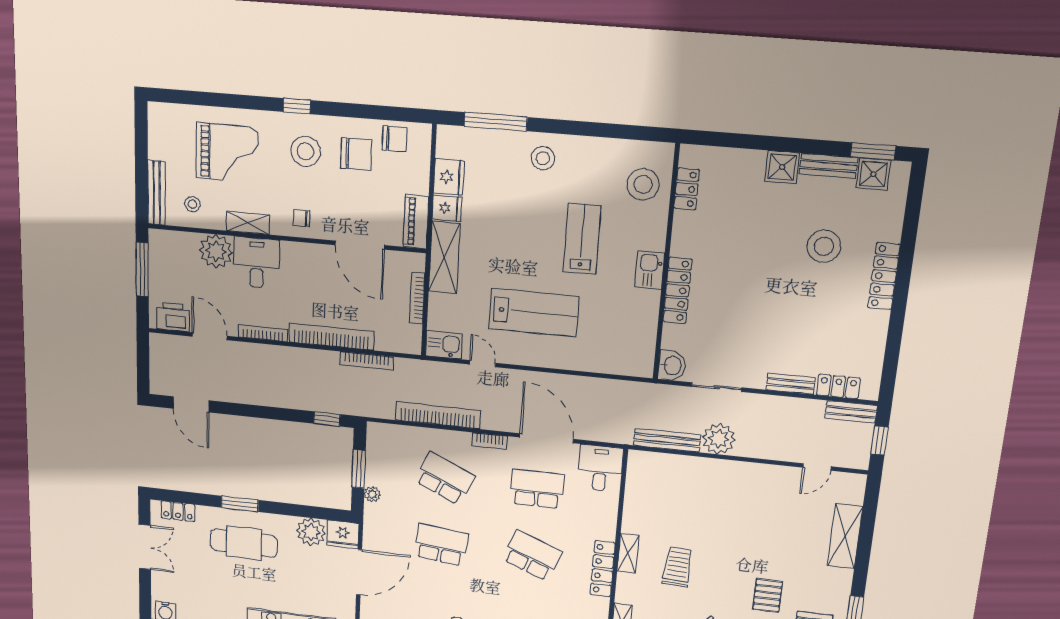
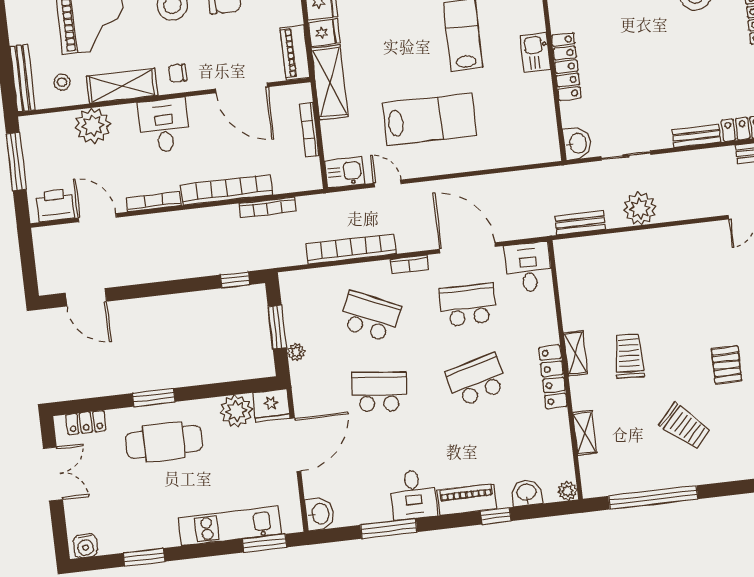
shelving: (248, 223) -> (122, 86), width x1.50, depth x1.33
desk: (257, 263) -> (164, 126), moved
bench: (667, 440) -> (580, 223), width x0.73
school desk: (532, 556) -> (477, 380), turned -36

